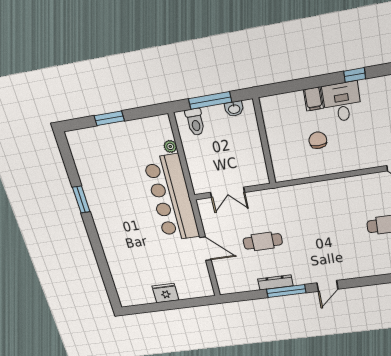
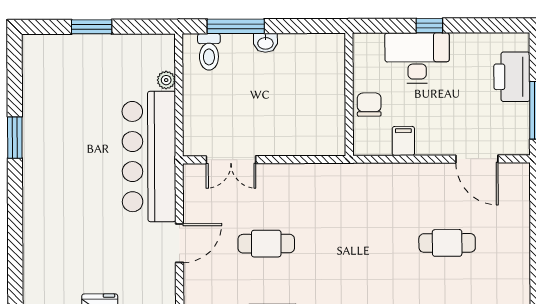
filing cabinet: (313, 99) -> (403, 141), moved, turned 180
desk: (342, 102) -> (417, 58), width x1.37
wall: (264, 142) -> (349, 94), moved
door: (206, 249) -> (179, 243), hinge flipped

